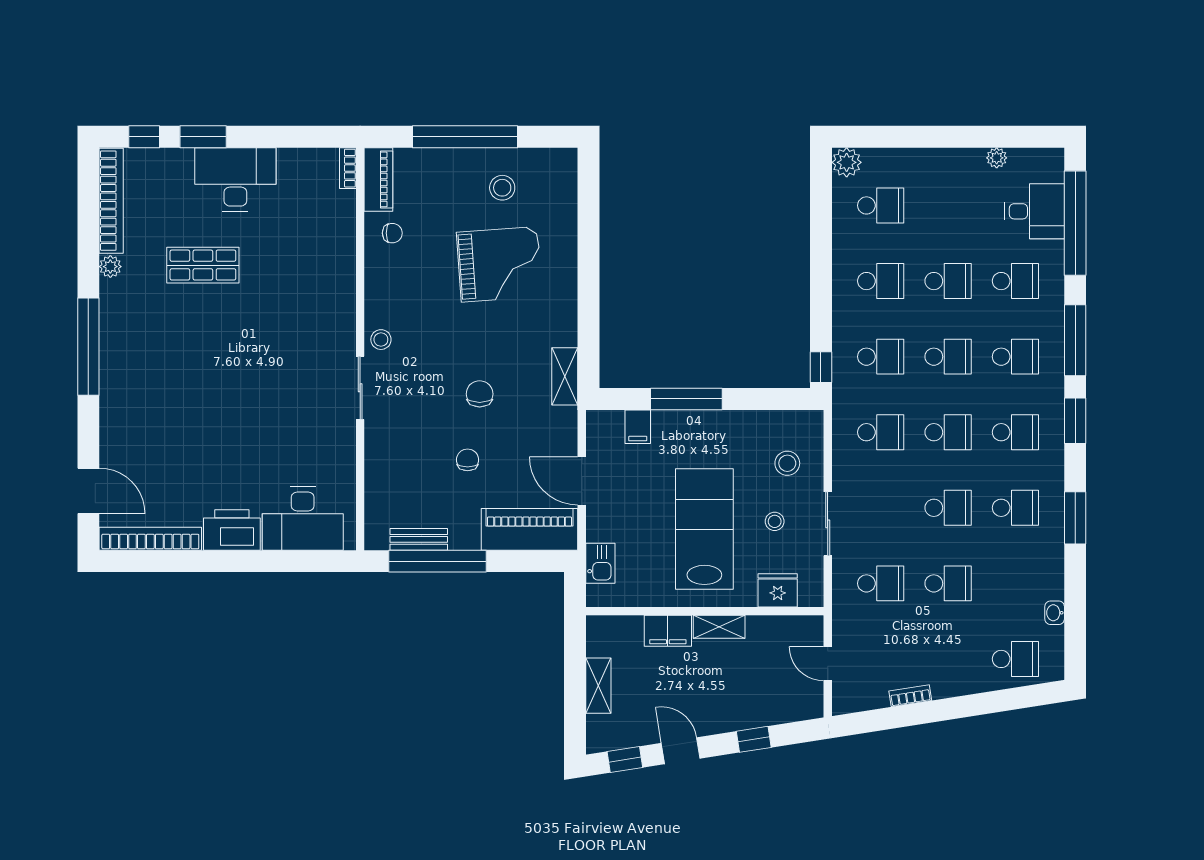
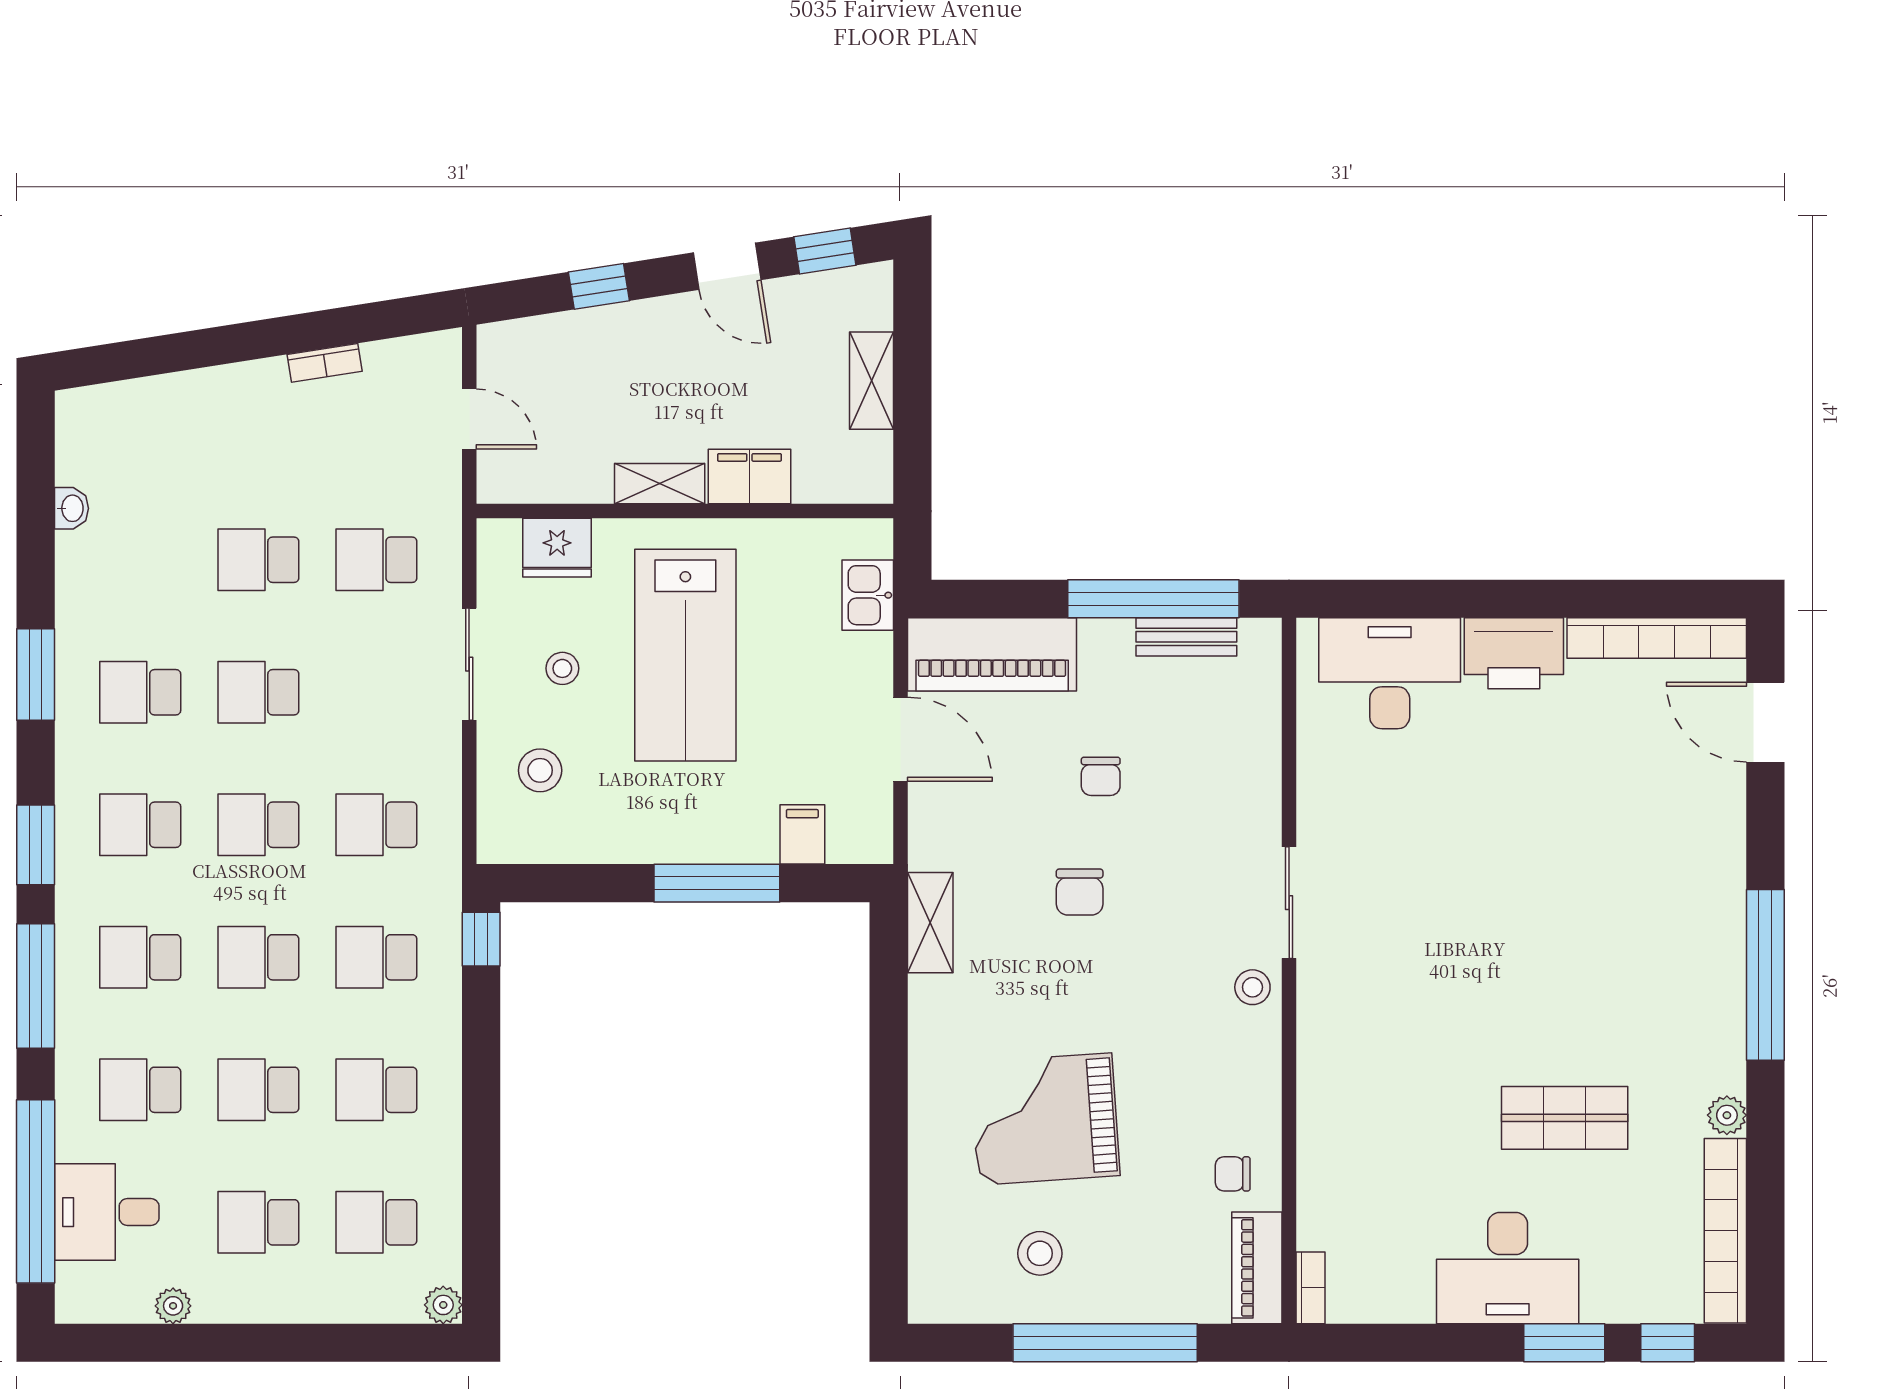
plant: (847, 162) -> (443, 1305), width x0.73, depth x0.73
school desk: (1015, 659) -> (258, 1222), moved

